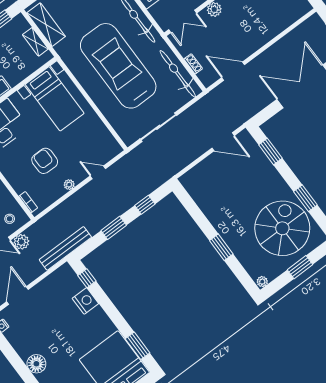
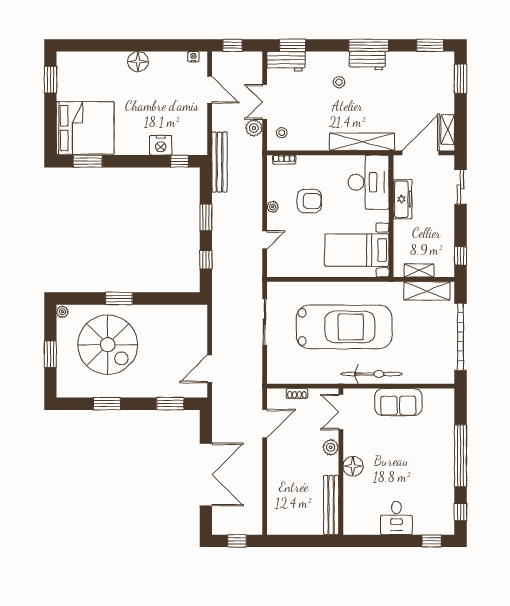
bicycle: (178, 74) -> (298, 374), removed
spiral stairs: (282, 228) -> (108, 345), moved

